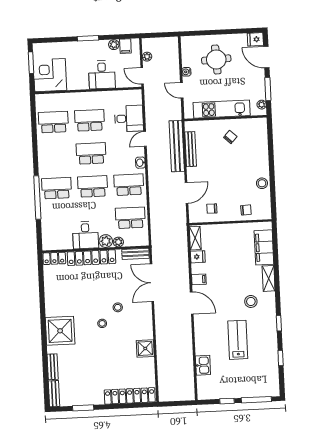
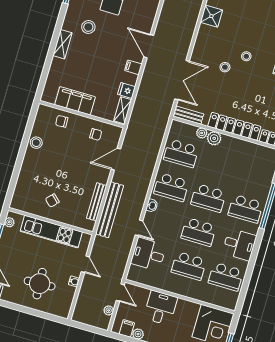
door: (145, 139) -> (139, 228), hinge flipped
desk: (85, 235) -> (239, 244), moved, turned 90
filing cabinet: (264, 247) -> (75, 101), moved, turned -90

